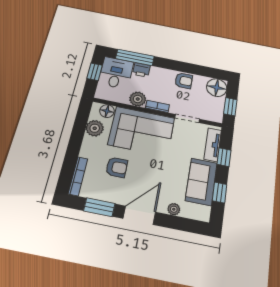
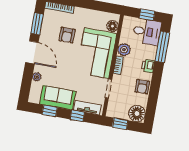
printer: (141, 70) -> (148, 66), moved
plant: (95, 128) -> (98, 17), removed

